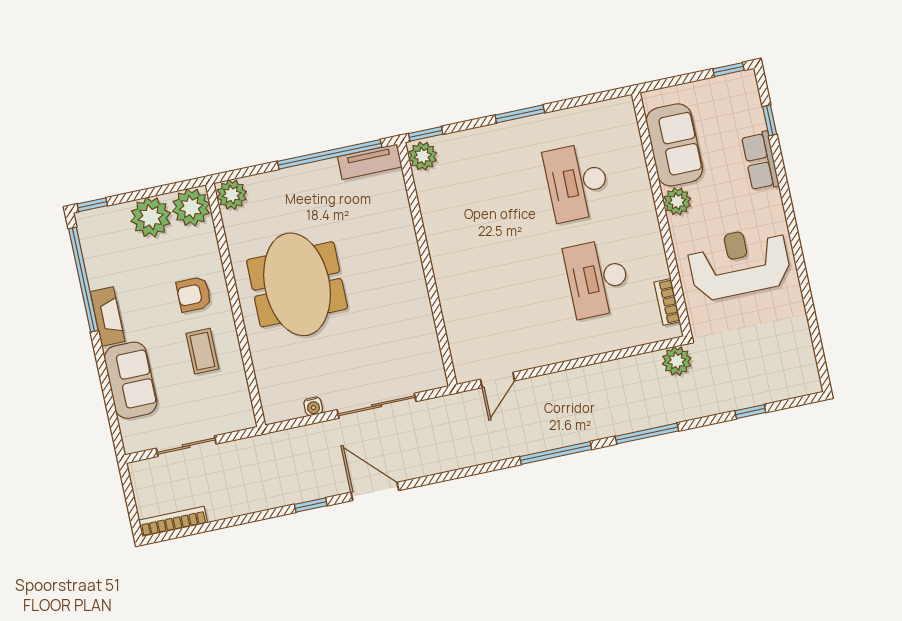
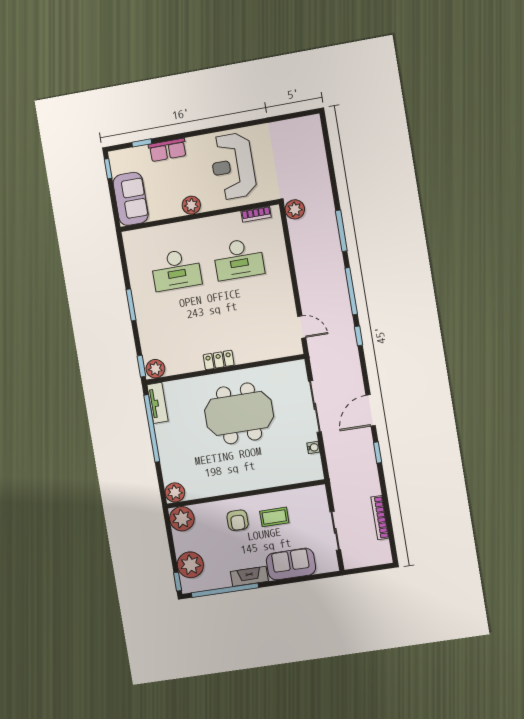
sofa: (674, 145) -> (131, 199), moved, turned 90
plant: (151, 217) -> (190, 565), moved
locker: (441, 254) -> (219, 360), added
meeting table: (297, 284) -> (239, 413), moved
window: (750, 412) -> (359, 336), moved
bookcase: (173, 522) -> (380, 518), moved

